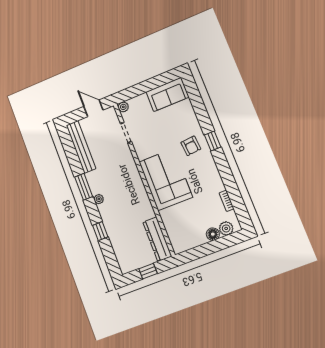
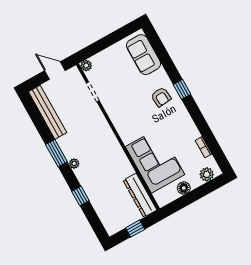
sofa: (167, 94) -> (143, 55), moved, turned 90
corner sofa: (166, 179) -> (155, 161), moved
floor lamp: (213, 234) -> (184, 188), moved

